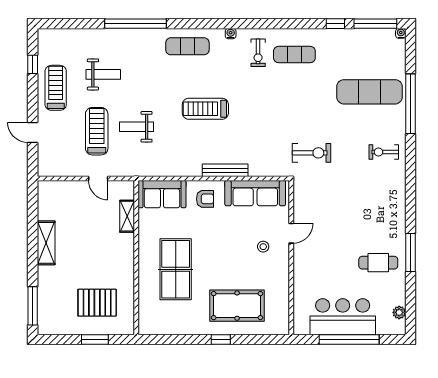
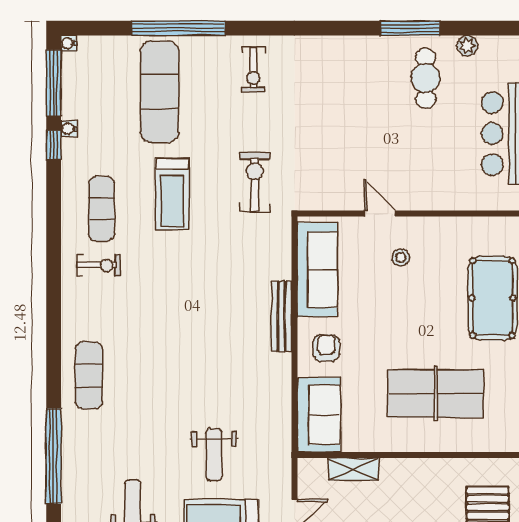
water cooler: (231, 34) -> (69, 129), moved
treadmill: (205, 109) -> (172, 194), moved
plant: (399, 312) -> (467, 46), moved

